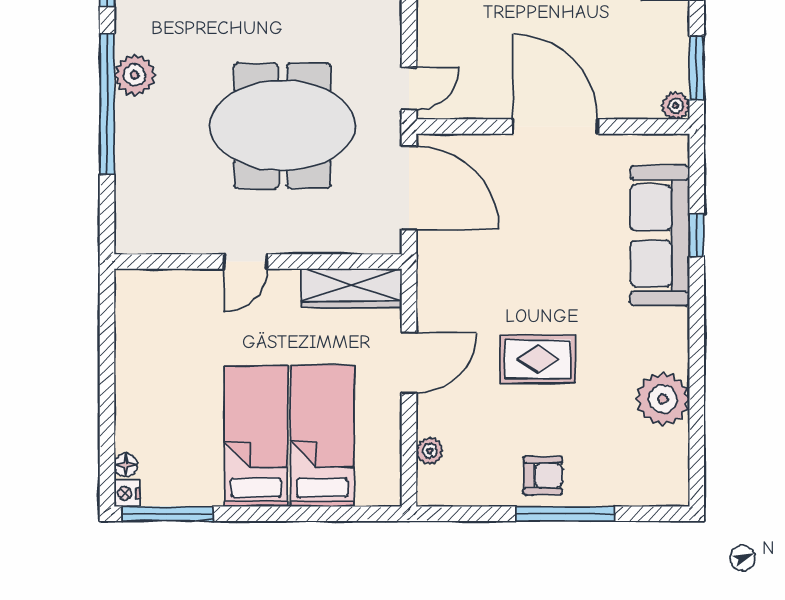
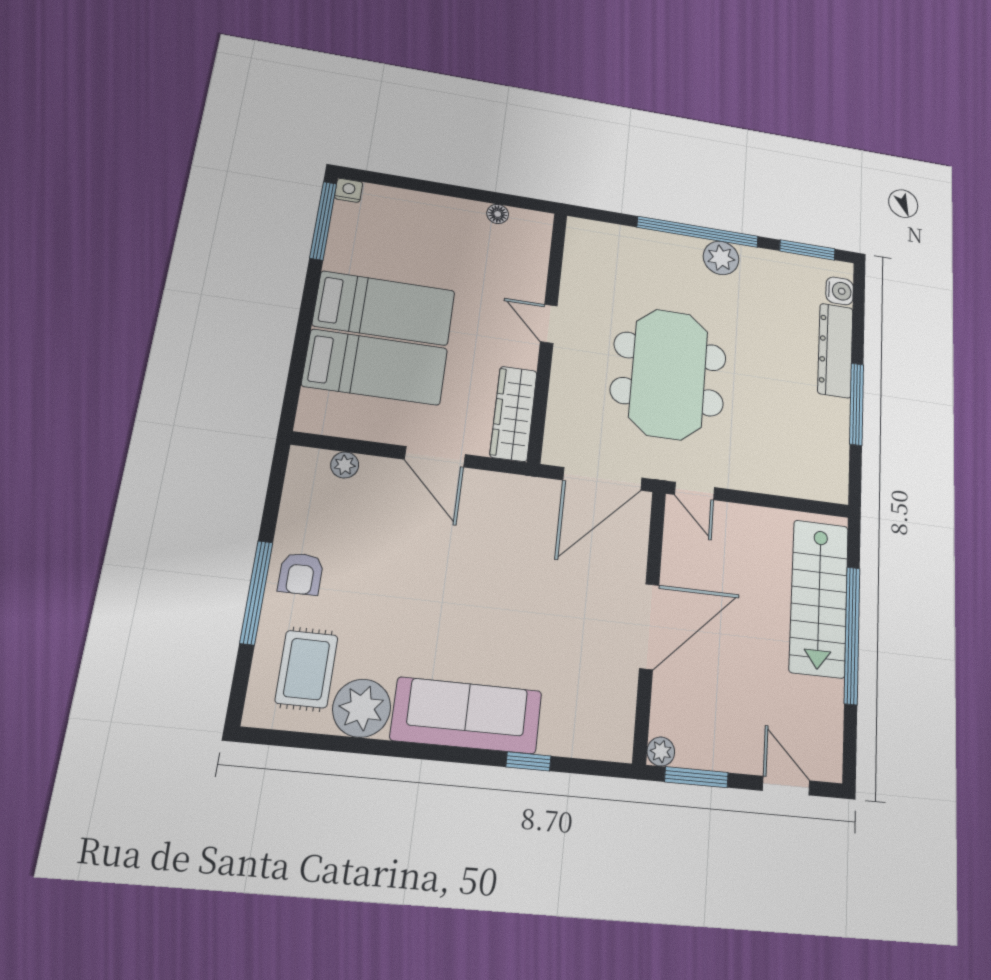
sofa: (660, 236) -> (467, 715), moved
rug: (538, 359) -> (307, 669), moved
floor lamp: (126, 465) -> (498, 214), moved

